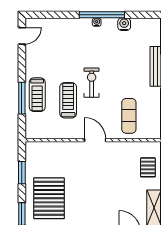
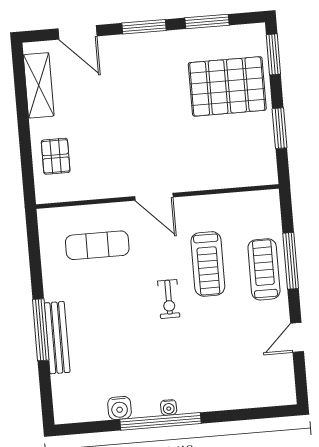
door: (22, 36) -> (297, 337), moved
exercise bike: (92, 83) -> (169, 299), width x0.73, depth x0.72
exercise mat: (129, 116) -> (97, 245), turned 90
pallet: (49, 198) -> (227, 86), turned 90

